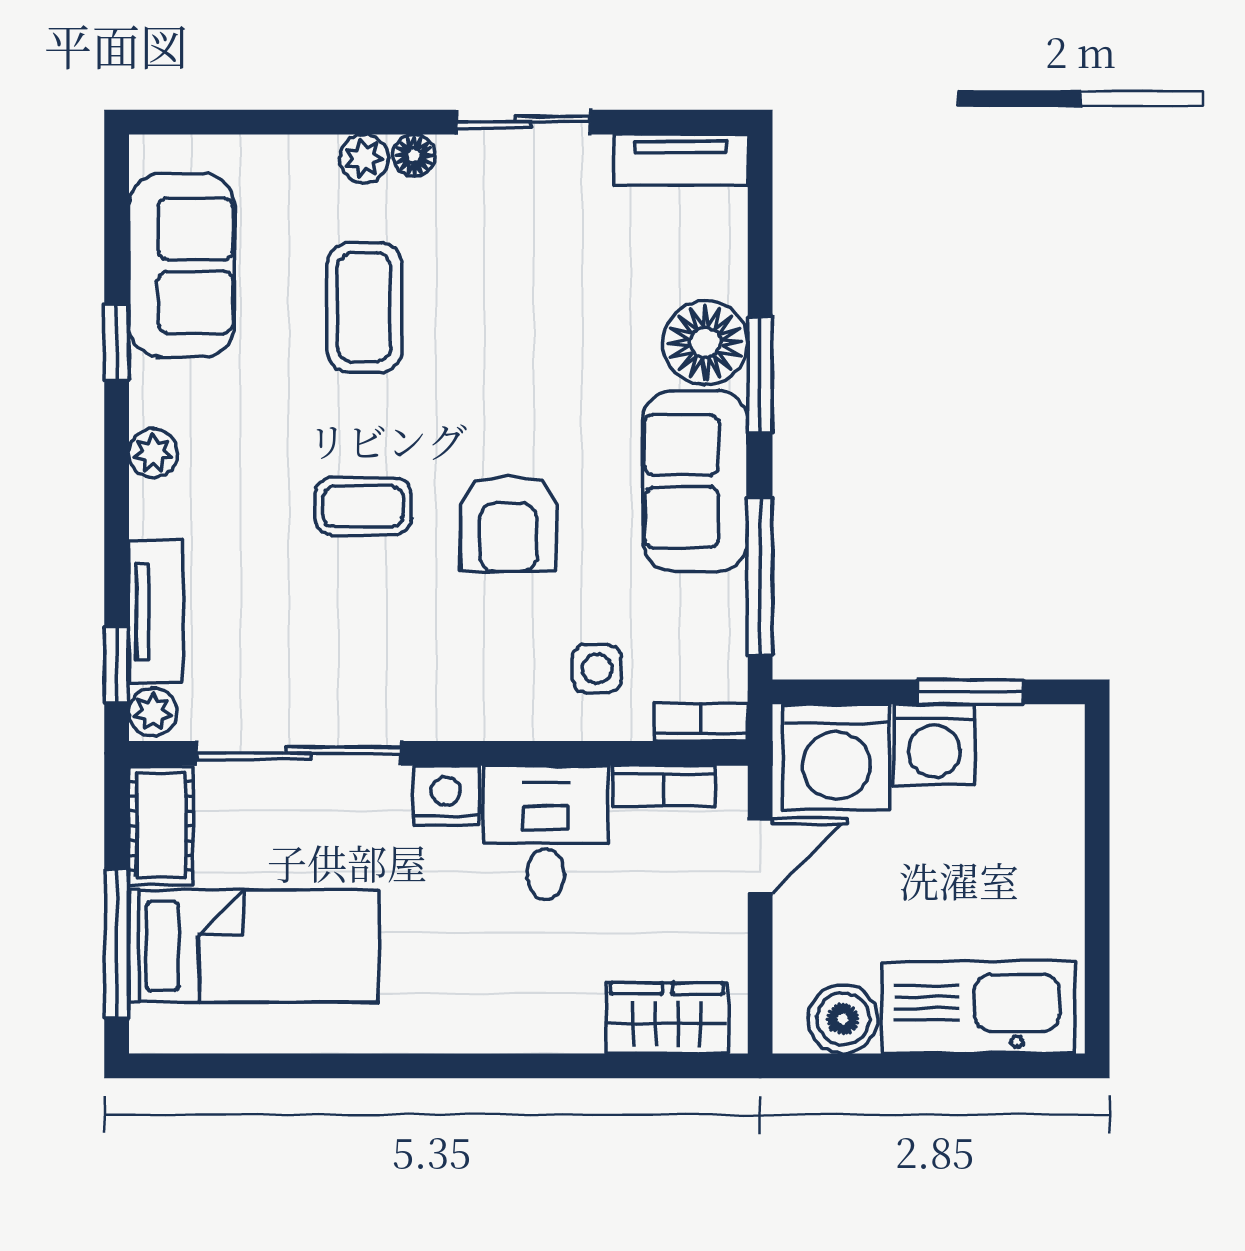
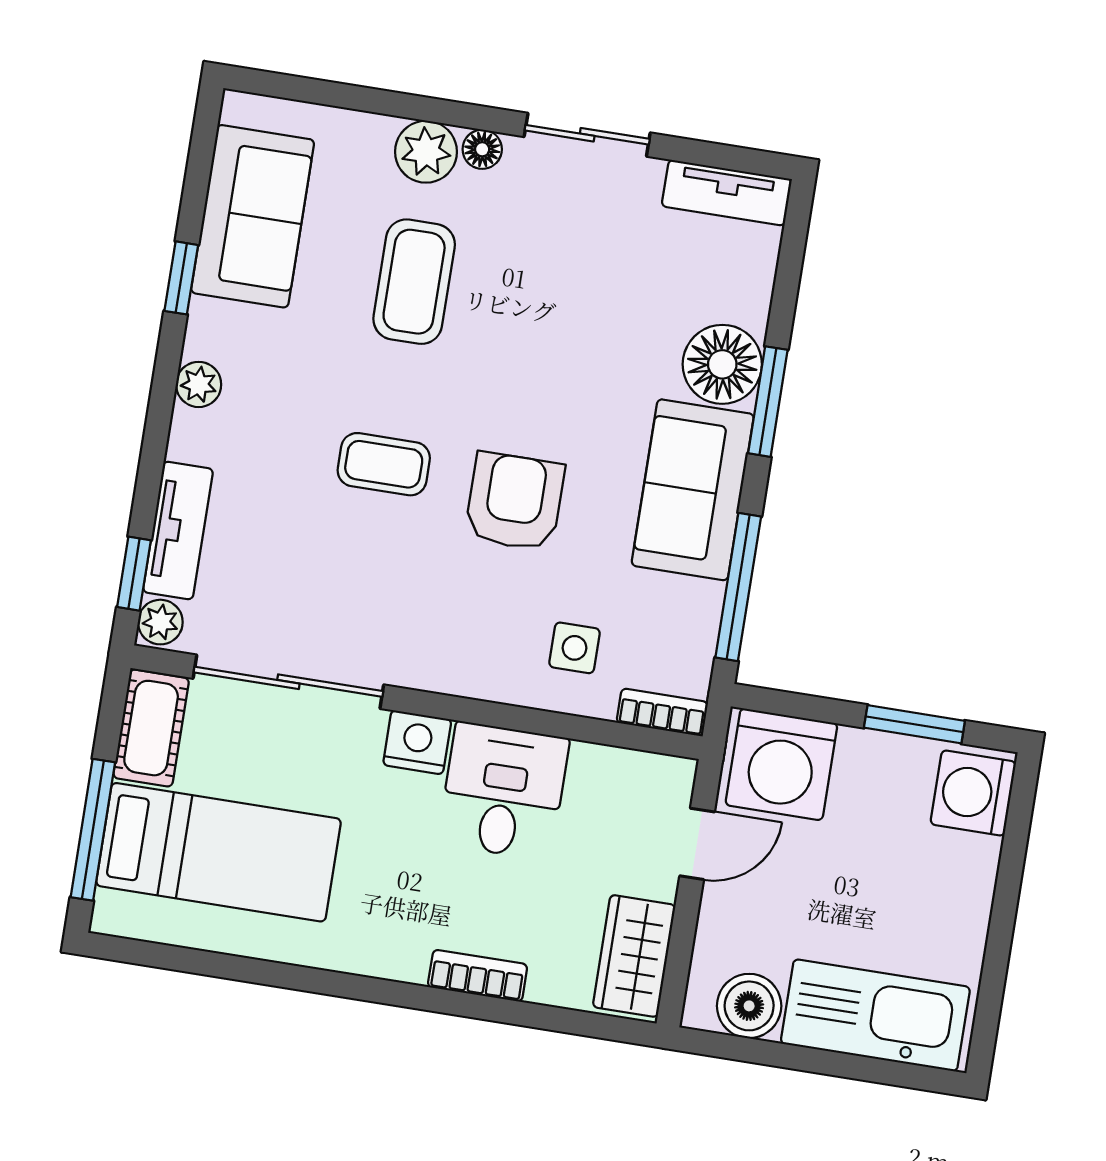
plant: (364, 158) -> (426, 152), width x1.38, depth x1.38
armchair: (508, 524) -> (515, 502), turned 180
washing machine: (934, 745) -> (973, 793), moved, turned 90
bookcase: (664, 786) -> (478, 976), moved, turned 180
wardrobe: (667, 1018) -> (634, 956), moved, turned -90

